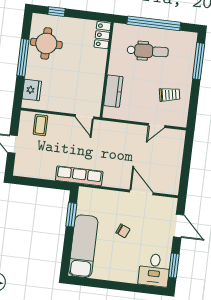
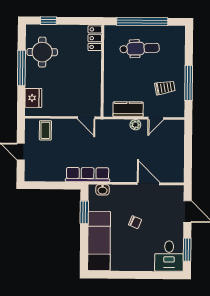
window: (199, 61) -> (189, 83), moved
kitchen counter: (113, 91) -> (128, 109), moved, turned -90
plant: (135, 130) -> (135, 125), added
washbasin: (93, 193) -> (103, 190), added

